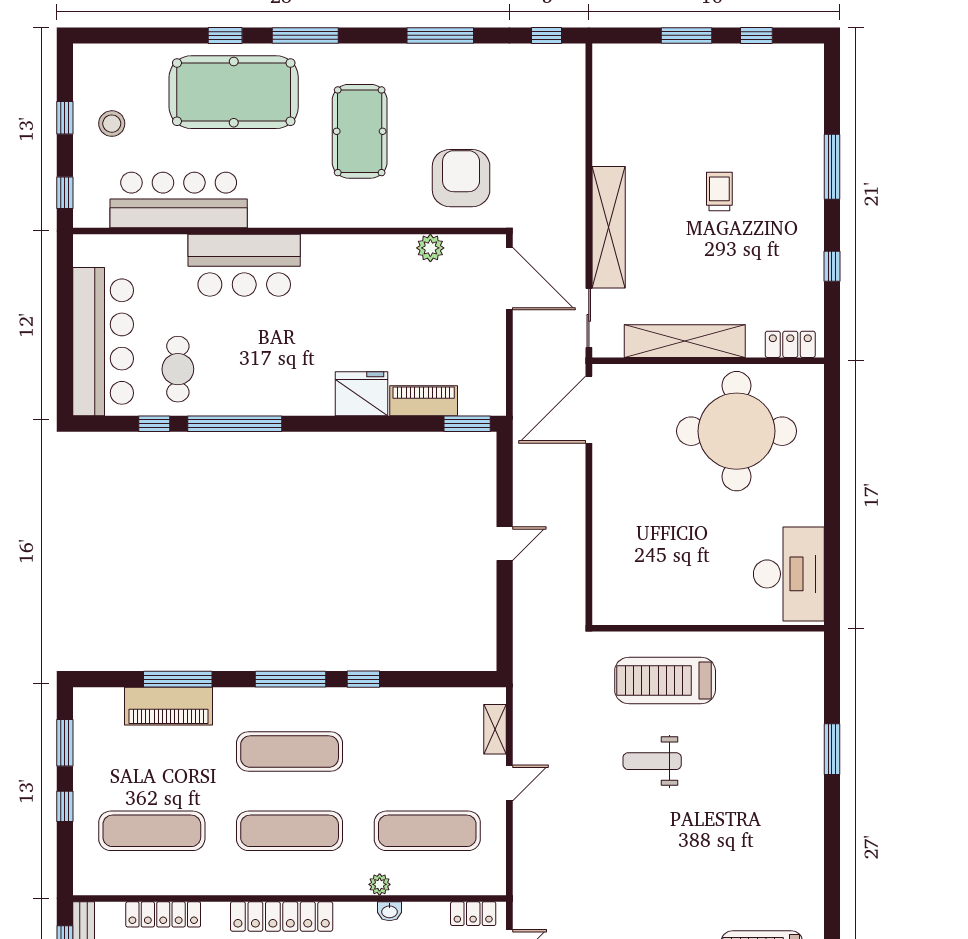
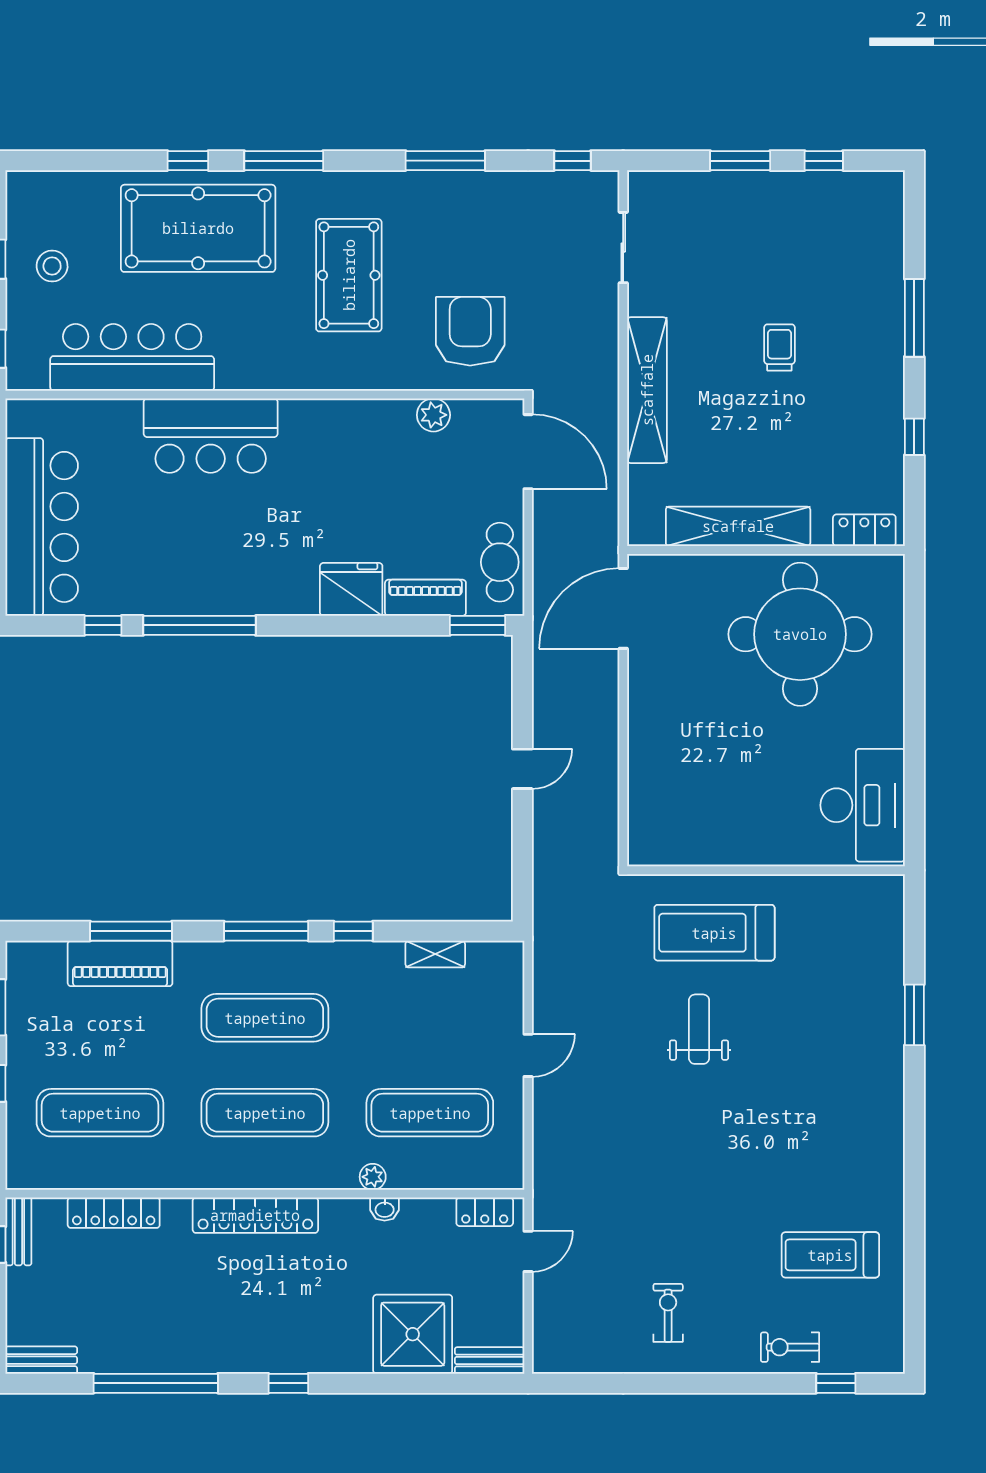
sliding door: (589, 318) -> (623, 248), moved
cafe table: (178, 369) -> (500, 562), moved
shelving: (495, 729) -> (435, 954), moved, turned 90
weight bench: (652, 761) -> (699, 1029), turned 90

